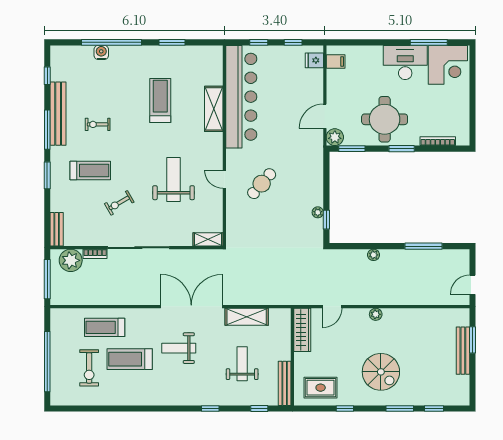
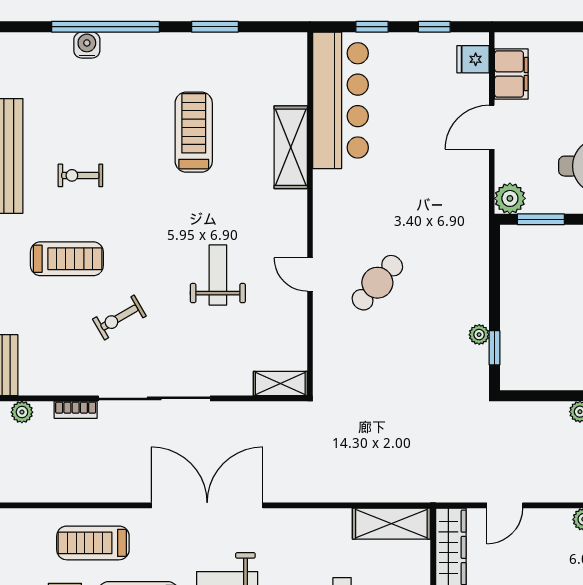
filing cabinet: (336, 61) -> (511, 74), width x2.00
bar counter: (241, 97) -> (340, 100), width x0.73
door: (325, 116) -> (492, 127), moved
weight bench: (174, 179) -> (218, 275), width x0.73, depth x0.75
plant: (71, 260) -> (22, 412), width x0.53, depth x0.53
double door: (191, 307) -> (207, 505), moved
shelving: (247, 317) -> (391, 524), moved

